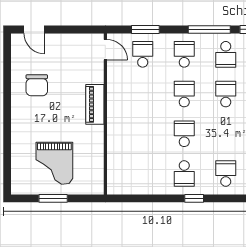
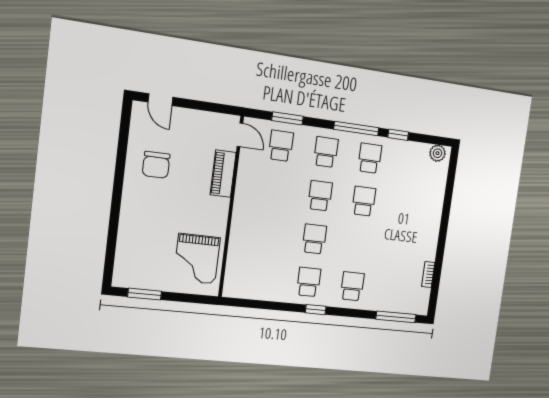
school desk: (226, 54) -> (370, 158), turned 180
piano: (95, 104) -> (223, 174), moved
grand piano: (54, 163) -> (197, 259), moved
school desk: (184, 174) -> (309, 282), turned 180
window: (53, 198) -> (145, 294), moved

